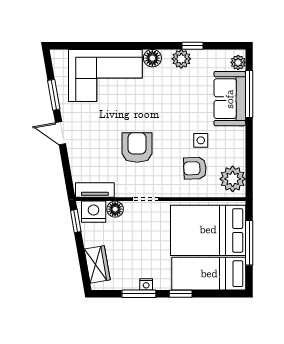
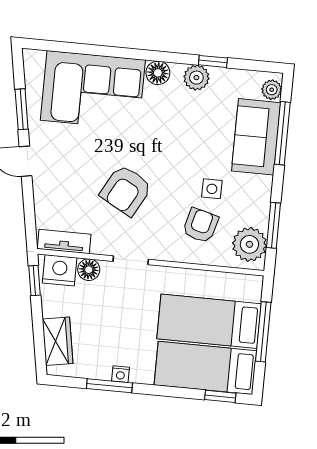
armchair: (137, 148) -> (126, 190), turned -151
window: (249, 163) -> (273, 225), added
armchair: (195, 168) -> (201, 225), turned 107
bed: (208, 230) -> (209, 321), width x0.67
window: (181, 294) -> (220, 396), moved

